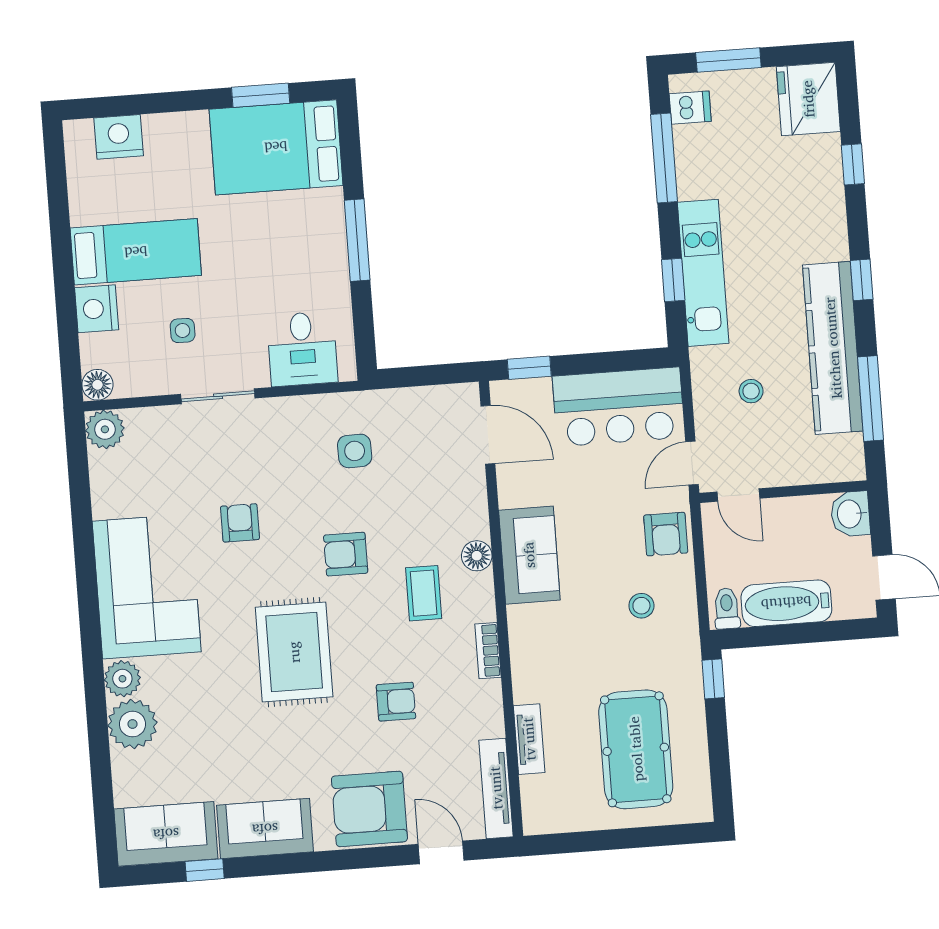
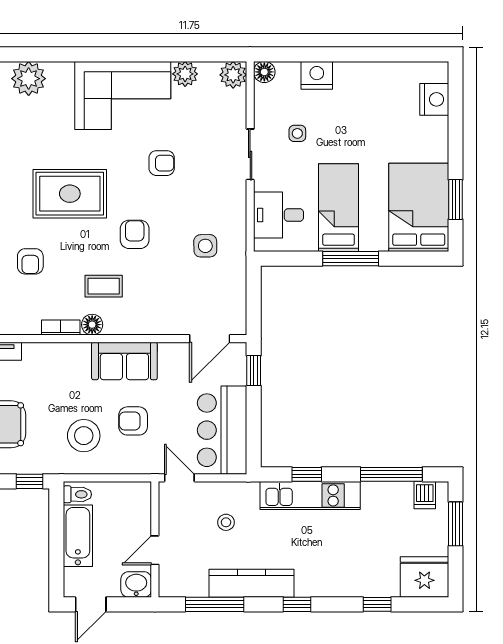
bed: (136, 252) -> (338, 208), moved, turned 180
kitchen counter: (833, 348) -> (252, 583), width x0.72, depth x0.86
door: (738, 495) -> (155, 550), moved
armchair: (666, 534) -> (133, 421), moved
floor lamp: (477, 556) -> (92, 325), moved
stool: (641, 606) -> (84, 436), width x1.89, depth x1.89
plant: (122, 679) -> (185, 74), moved

